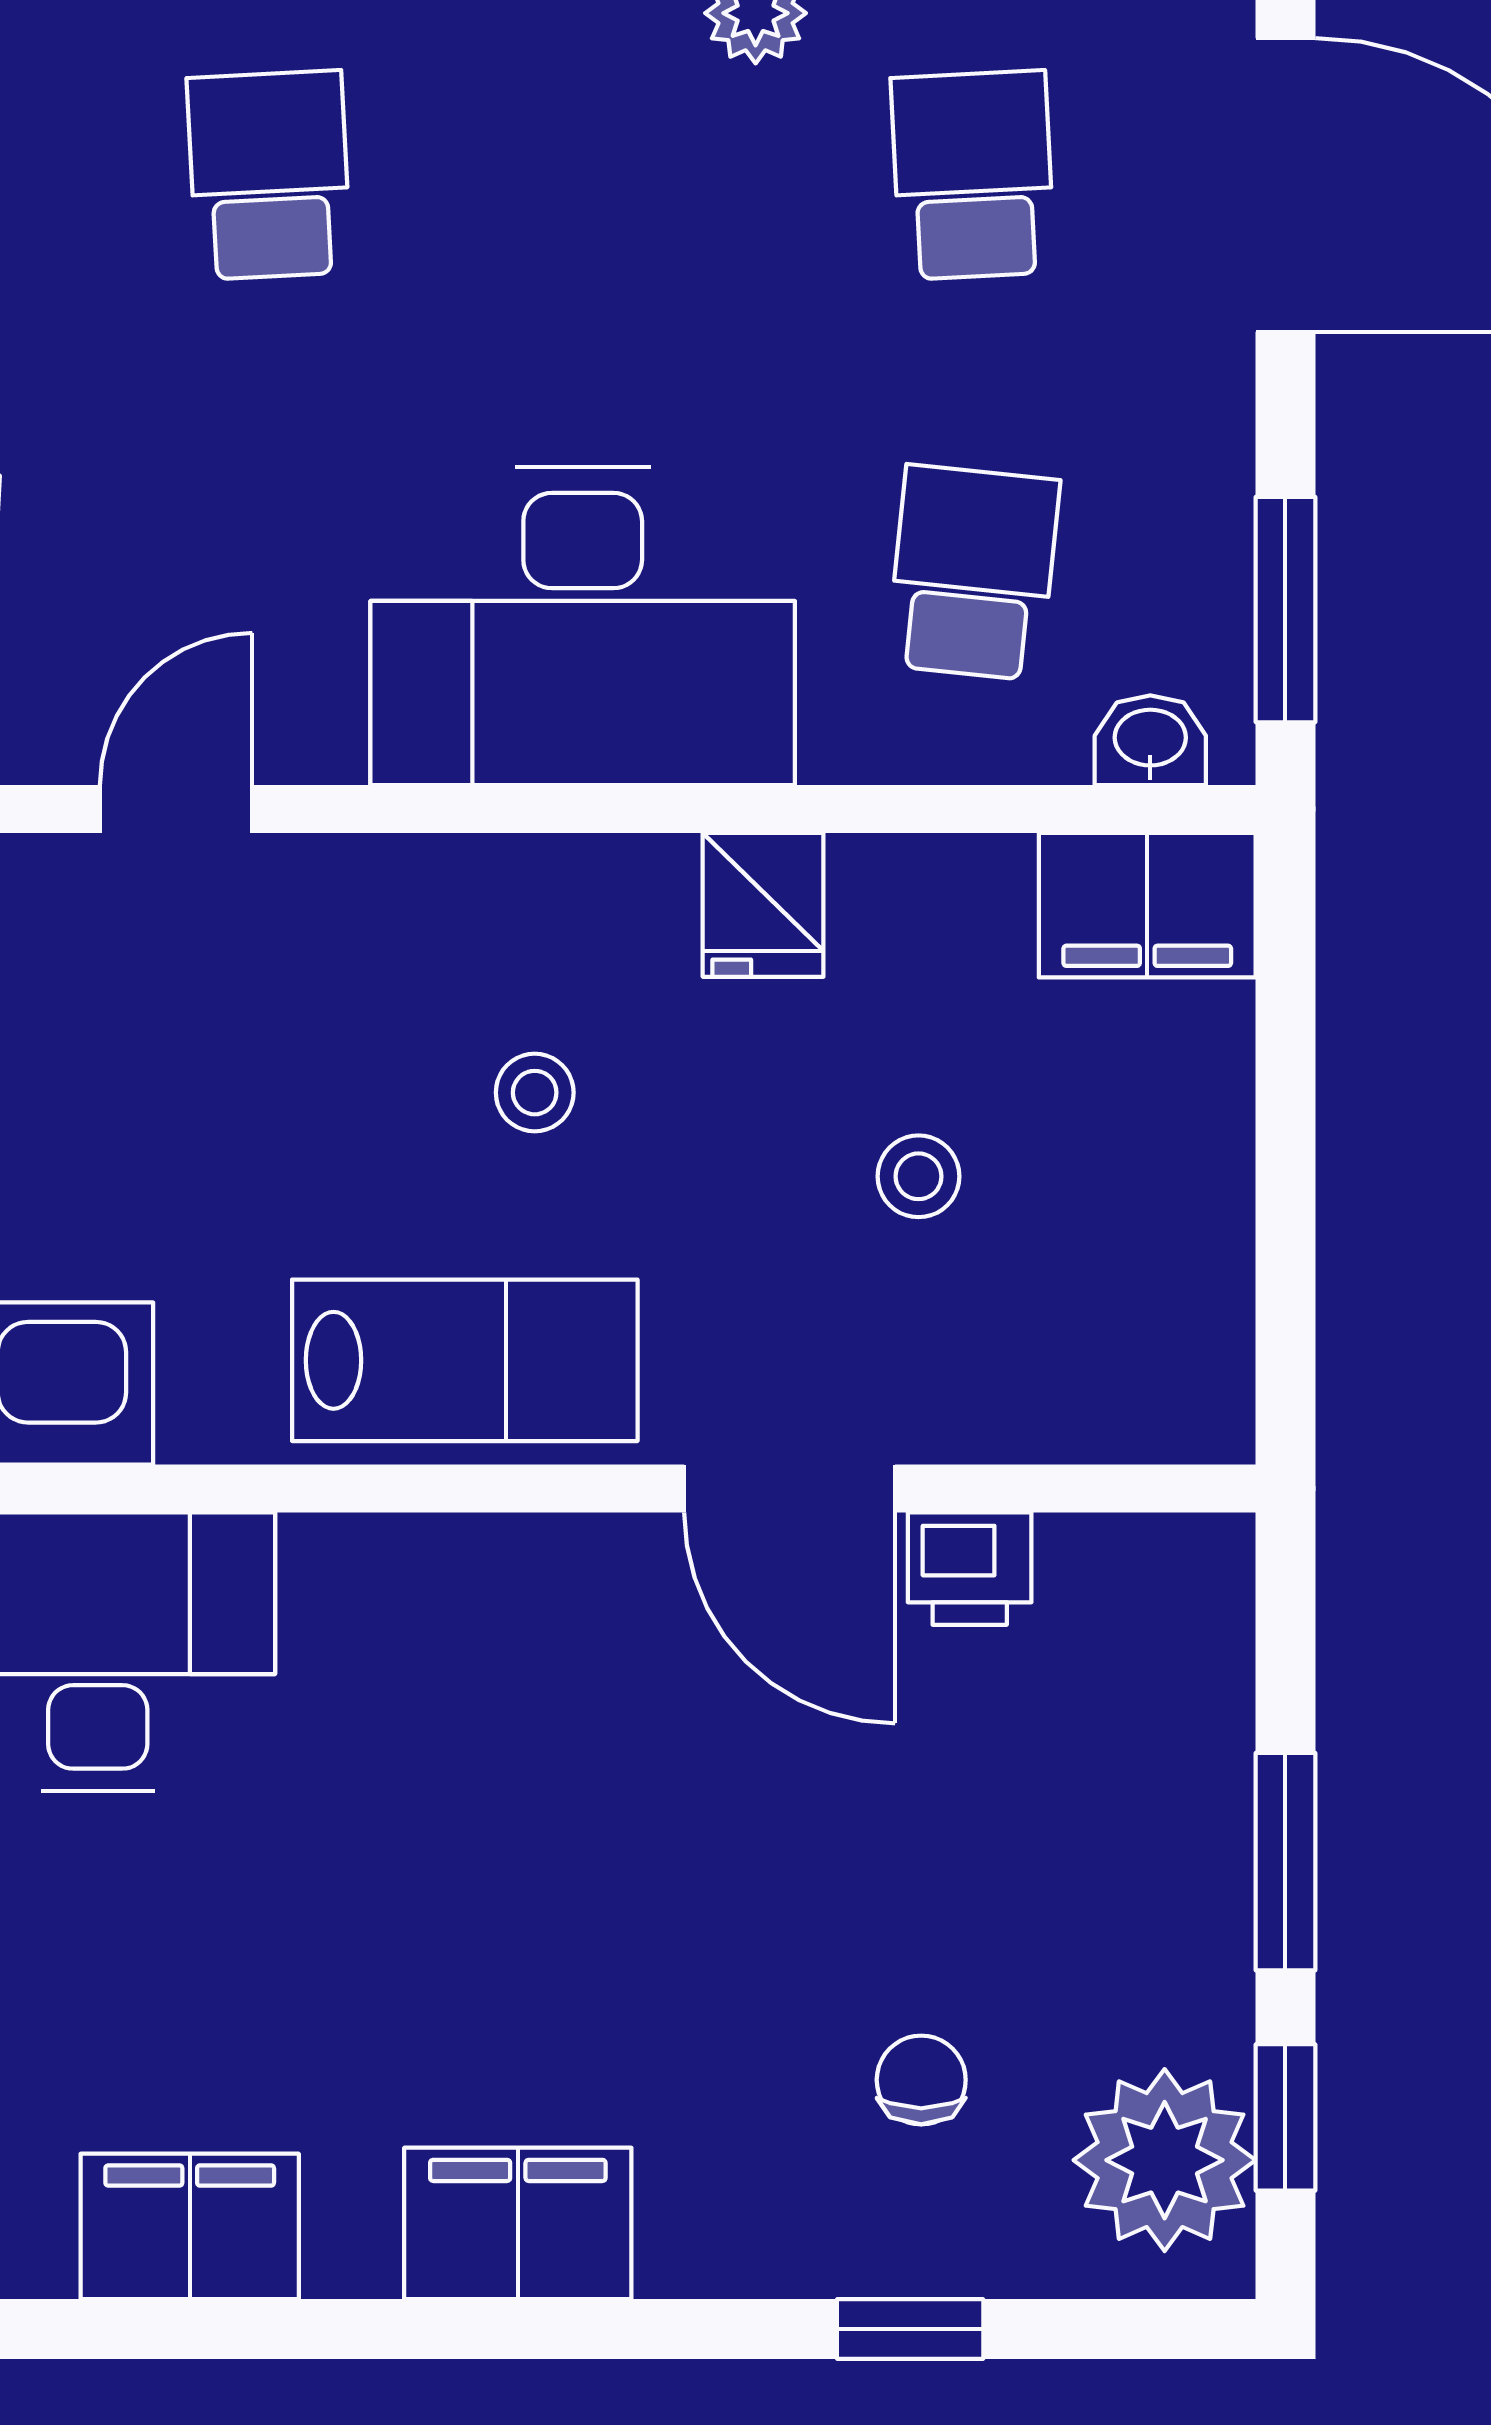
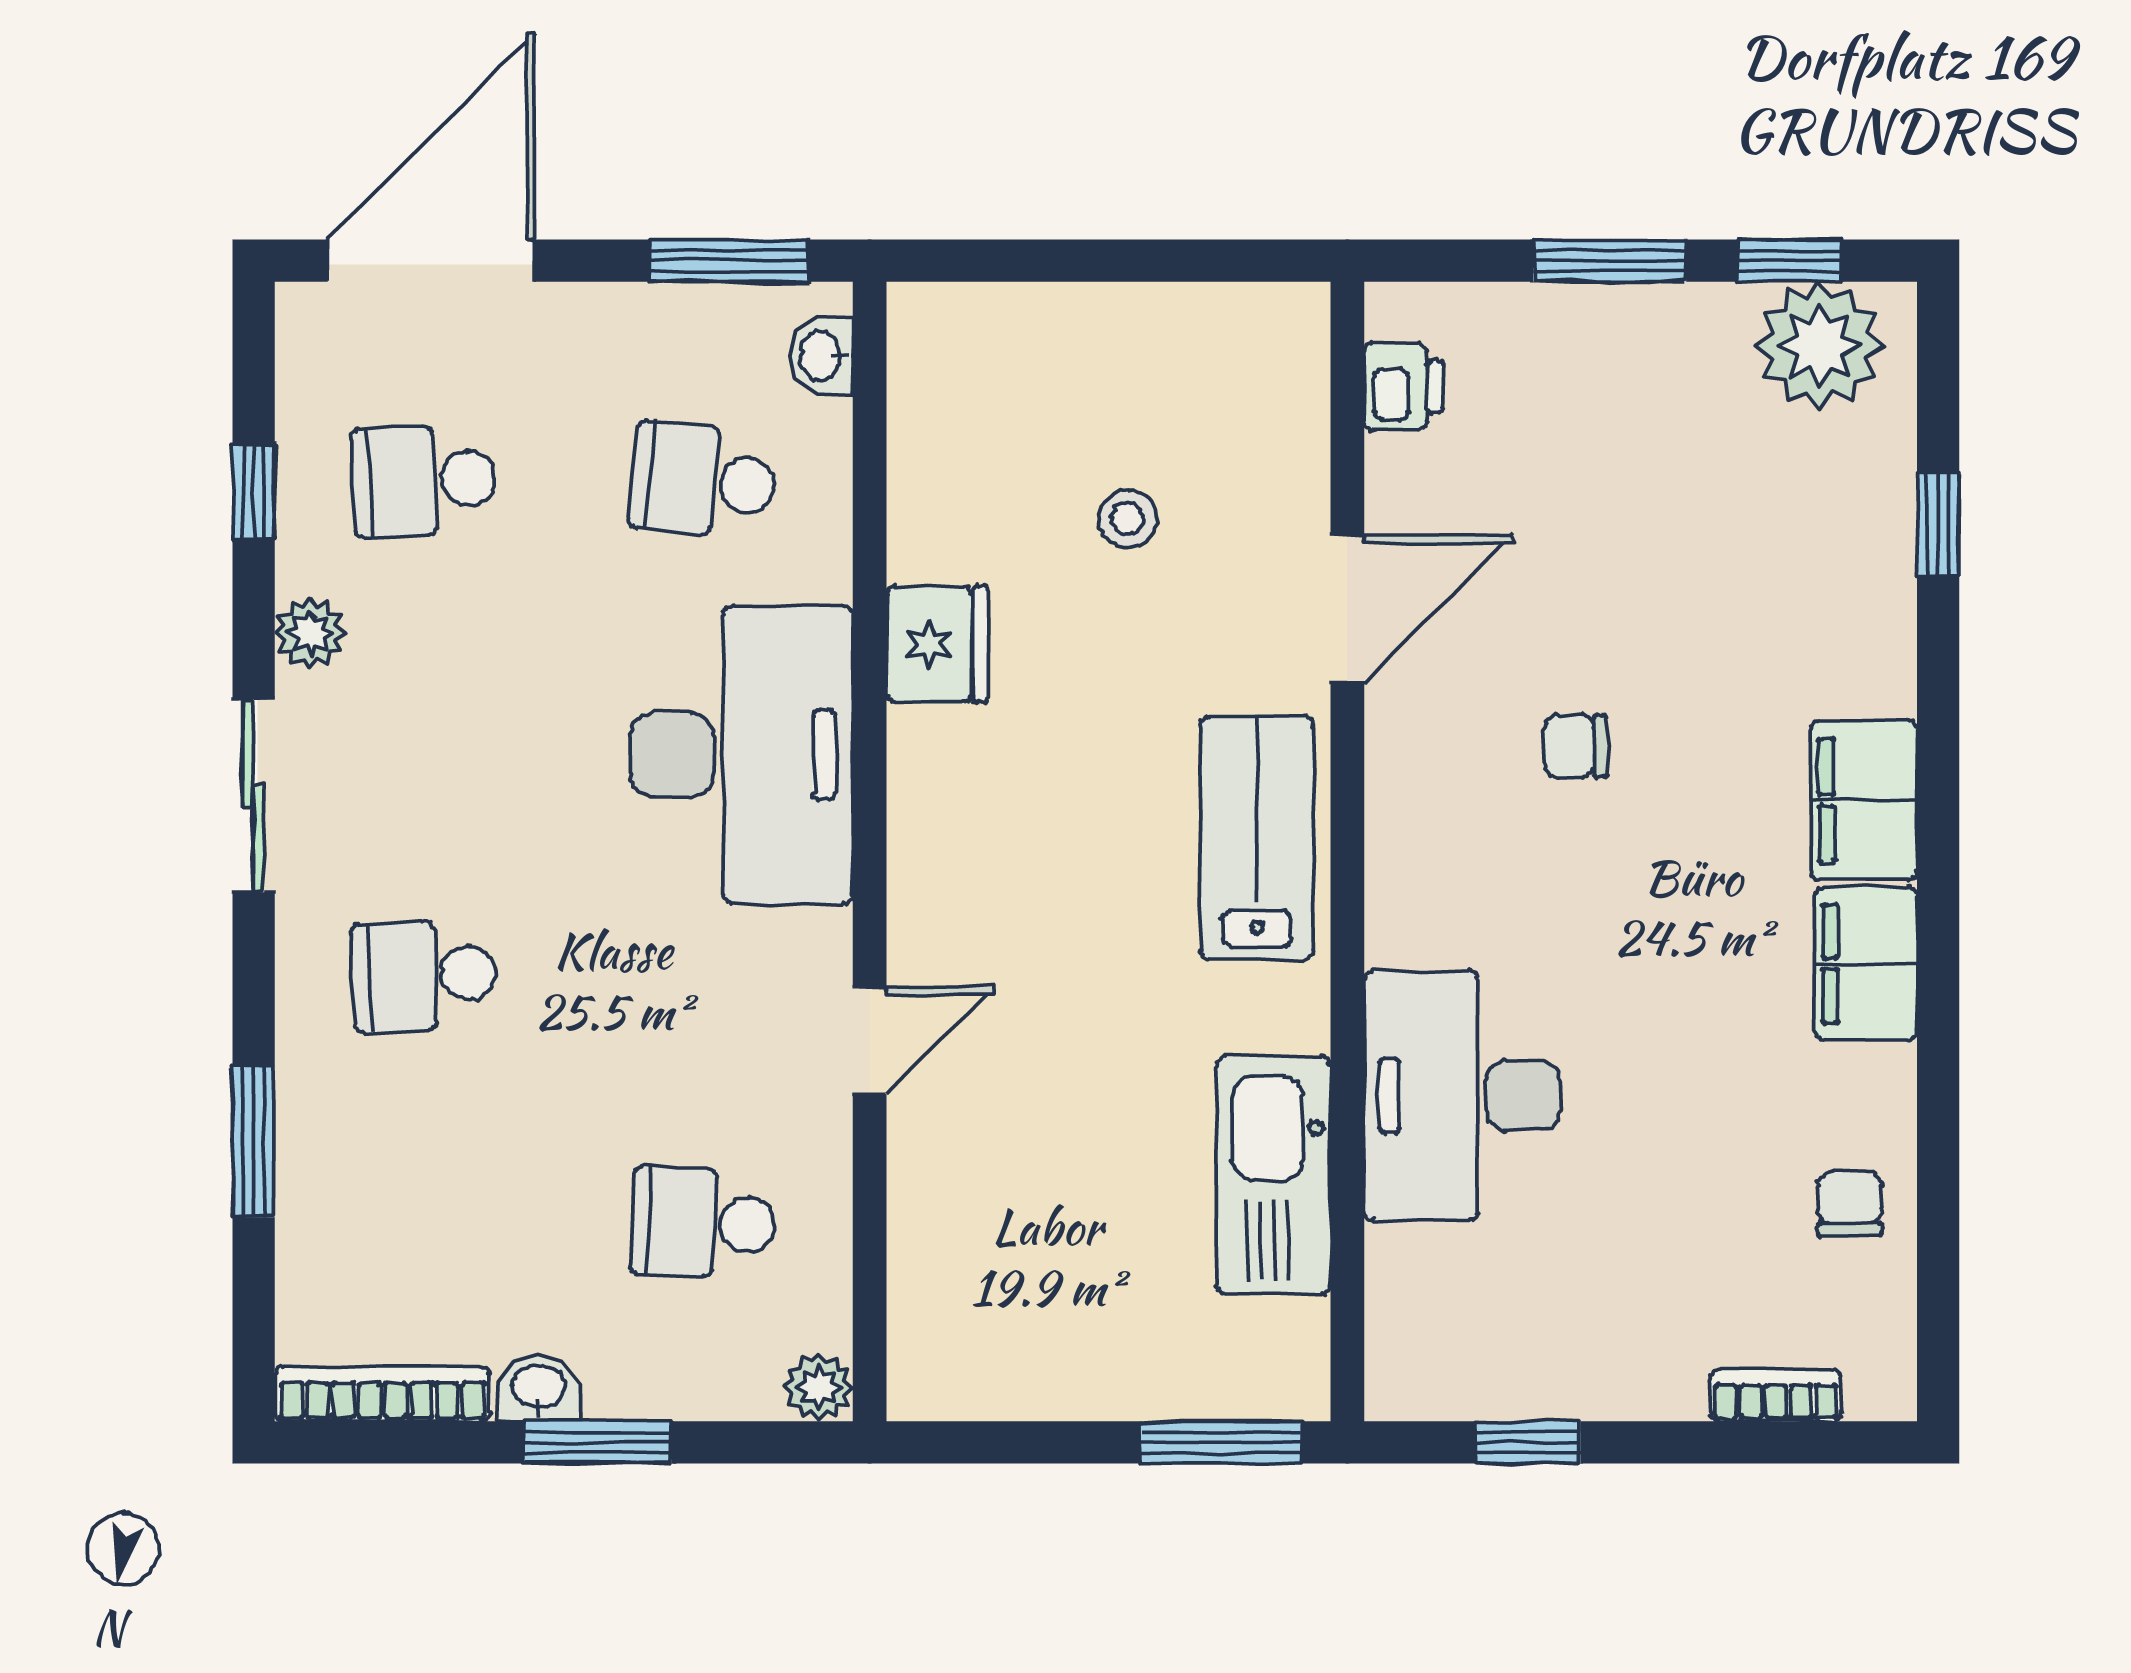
door: (176, 809) -> (870, 1041), swing flipped
fridge: (763, 905) -> (937, 644), width x1.38
filing cabinet: (1147, 905) -> (937, 358), removed
stool: (535, 1093) -> (1069, 789), removed
printer: (970, 1569) -> (1404, 387), moved
chair: (921, 2080) -> (1575, 746), moved
filing cabinet: (190, 2226) -> (1866, 964), moved

